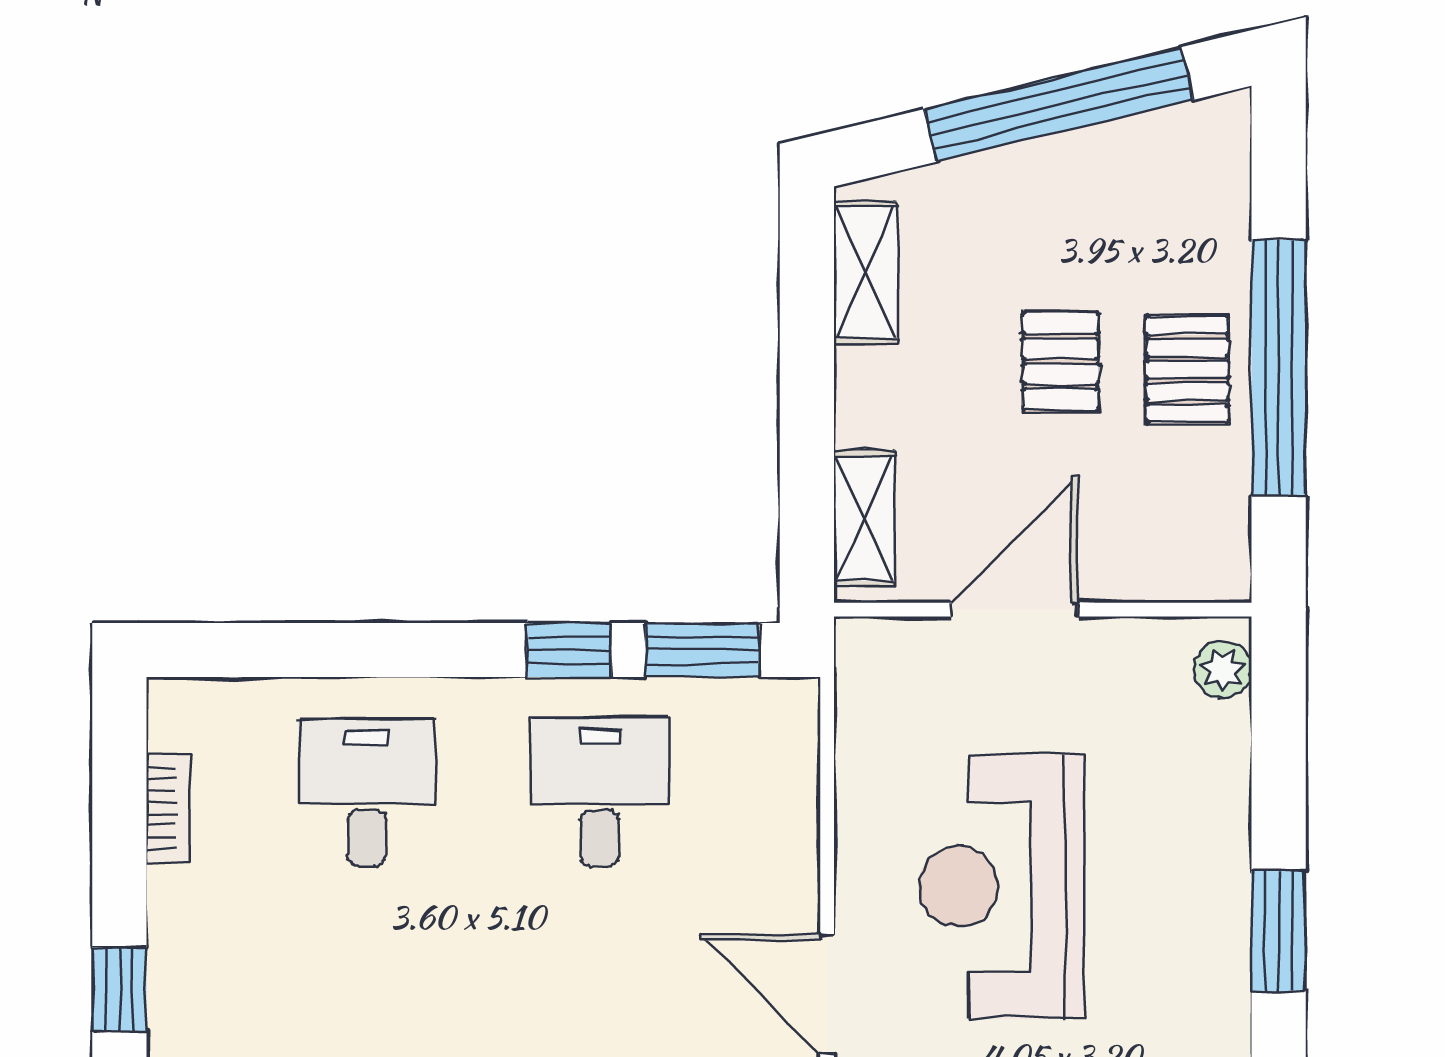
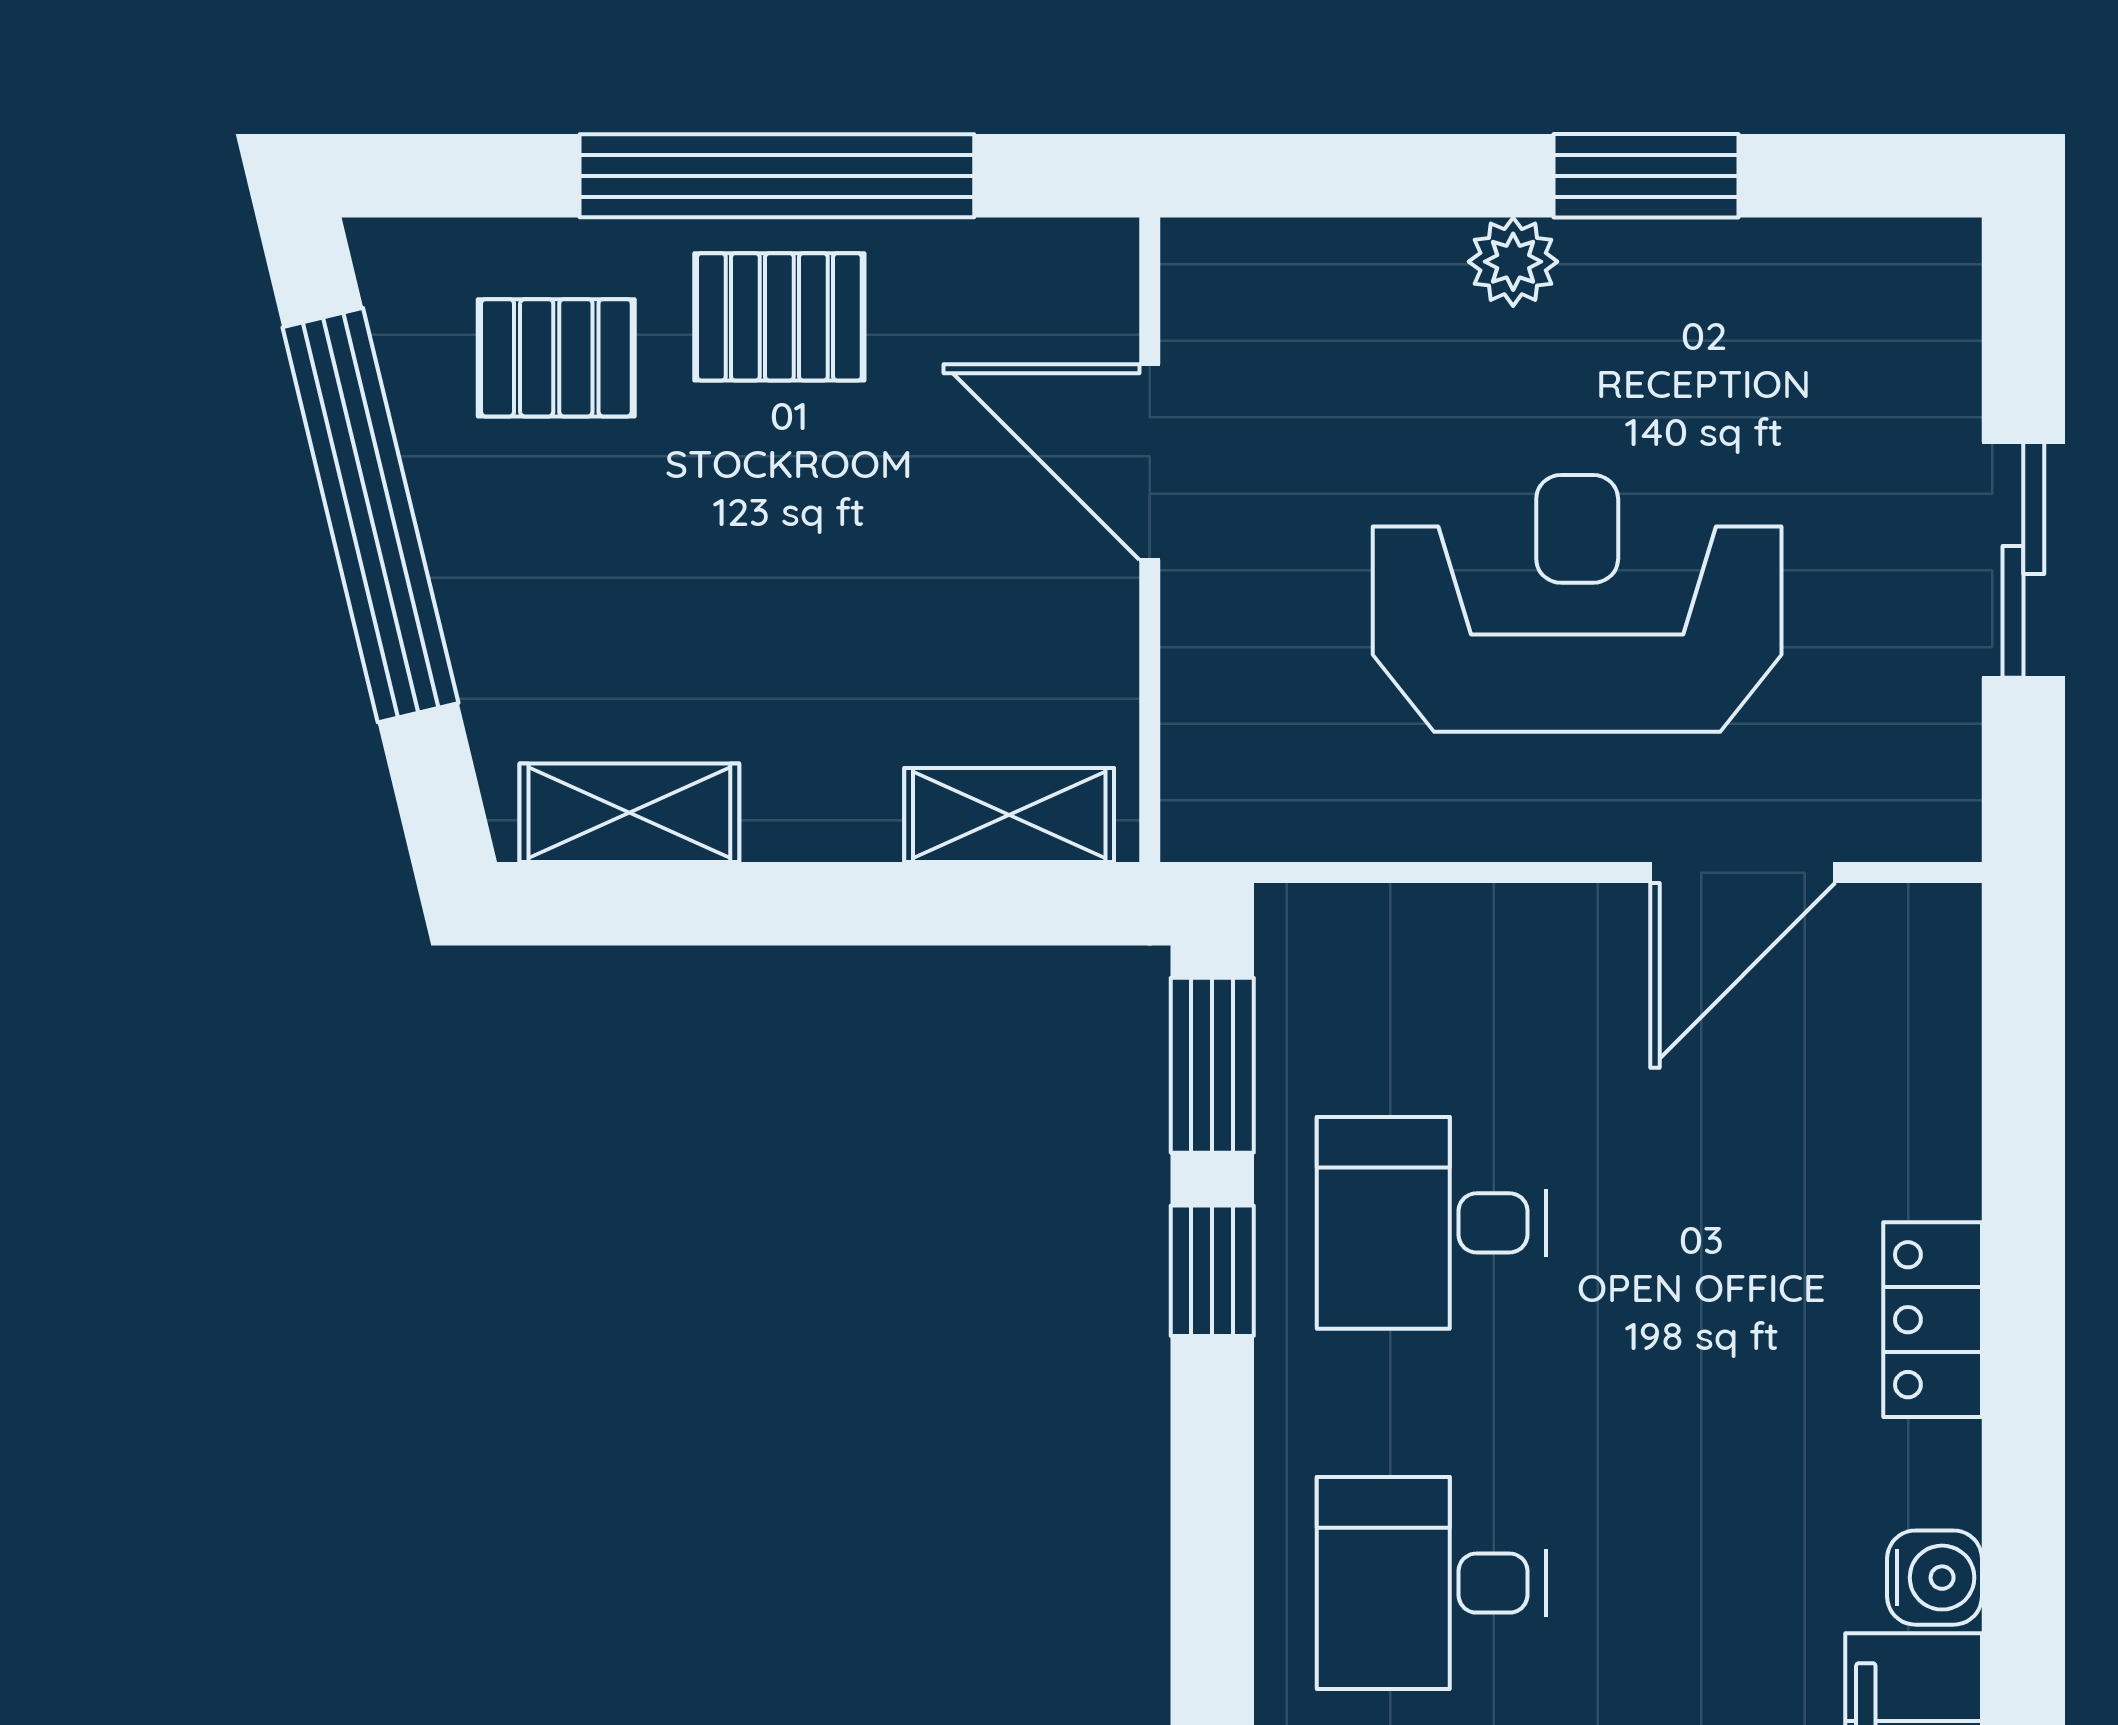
pallet: (1061, 361) -> (556, 358), moved
door: (1014, 610) -> (1150, 462), moved
plant: (1223, 670) -> (1513, 262), moved
reception desk: (1001, 887) -> (1577, 603), turned 180

